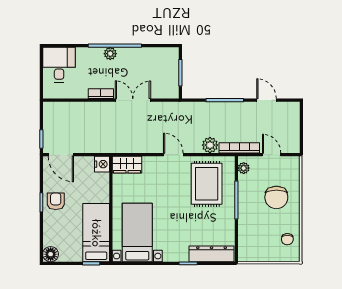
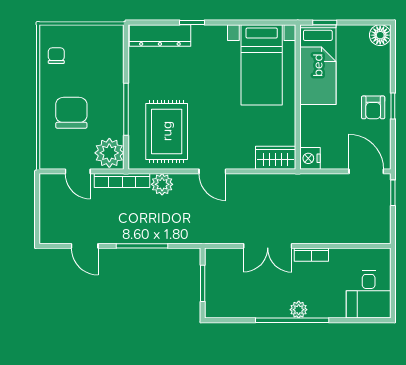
plant: (244, 168) -> (109, 153), width x1.88, depth x1.88

